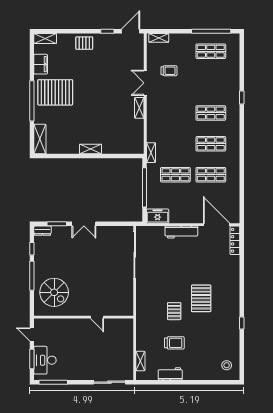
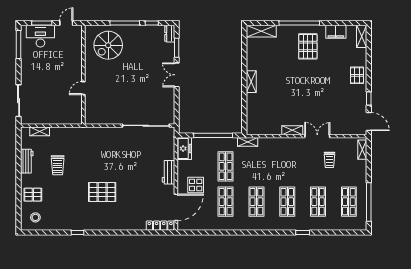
shop shelf: (211, 82) -> (318, 202), added
pallet: (55, 92) -> (308, 46), width x0.73, depth x0.71
display table: (194, 205) -> (196, 185), added
workbench: (181, 232) -> (168, 172), width x0.73
pallet: (174, 311) -> (33, 195), moved

